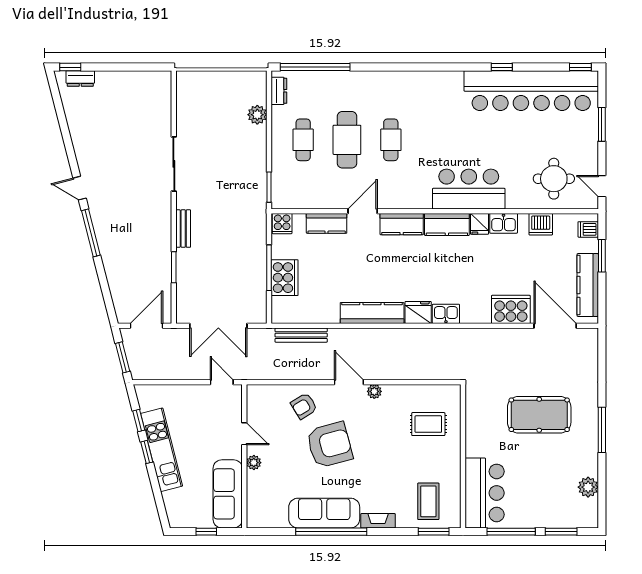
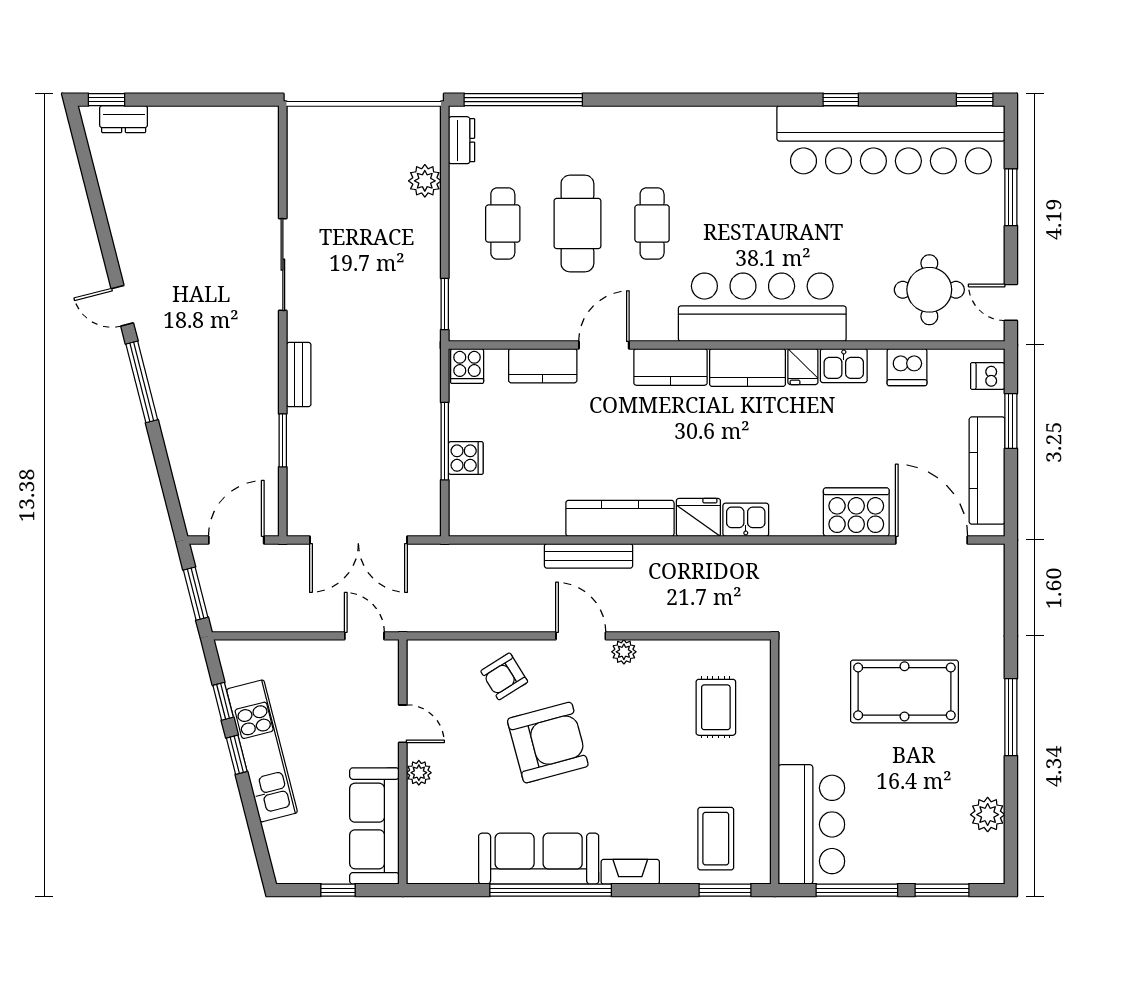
bar counter: (469, 189) -> (762, 307), width x1.36
cooker: (284, 278) -> (466, 458), width x0.53, depth x0.76
bench: (301, 335) -> (589, 556), moved
rug: (428, 424) -> (716, 707), turned 90

